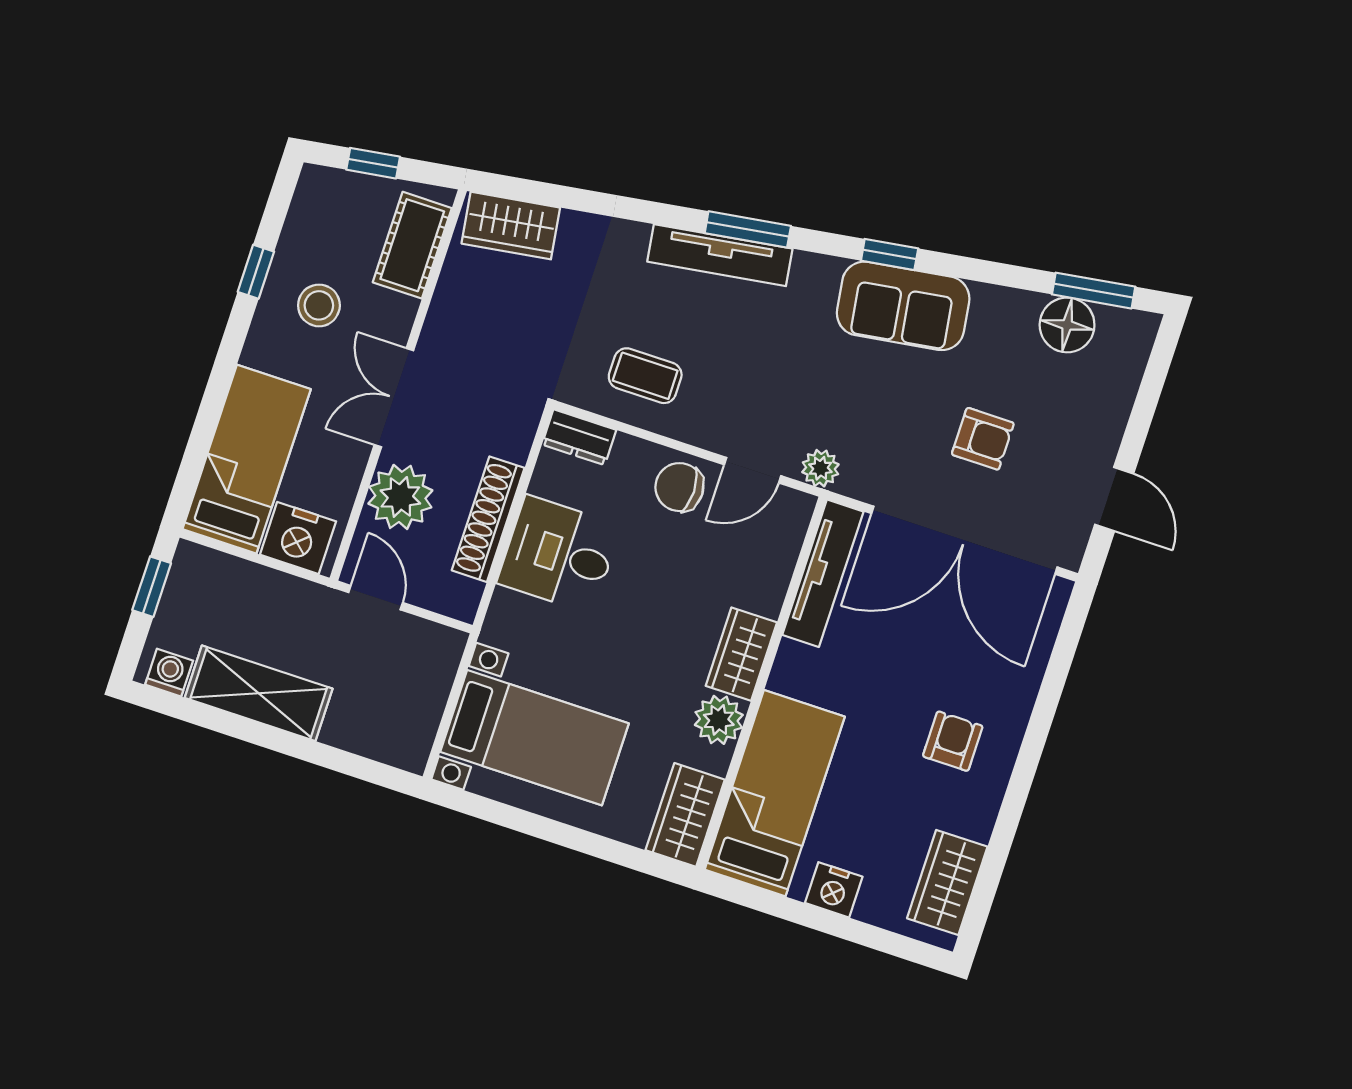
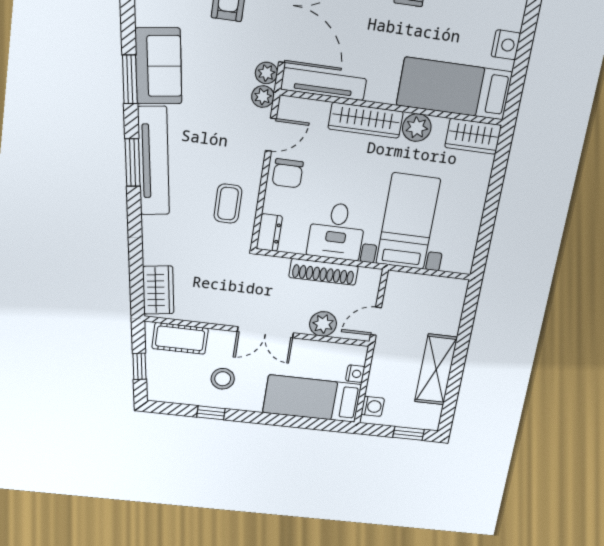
window: (890, 254) -> (130, 79), width x1.50
tv unit: (720, 255) -> (154, 161), width x1.36, depth x1.29
door: (753, 470) -> (271, 135), hinge flipped
plant: (859, 481) -> (266, 73), added
plant: (400, 497) -> (323, 324), width x0.73, depth x0.73
nightstand: (298, 538) -> (355, 374), width x0.53, depth x0.56
window: (152, 587) -> (409, 433), moved
wardrobe: (741, 654) -> (366, 120), width x1.50
washing machine: (169, 673) -> (373, 406), moved, turned 180
bed with nightstands: (535, 738) -> (408, 221), moved

